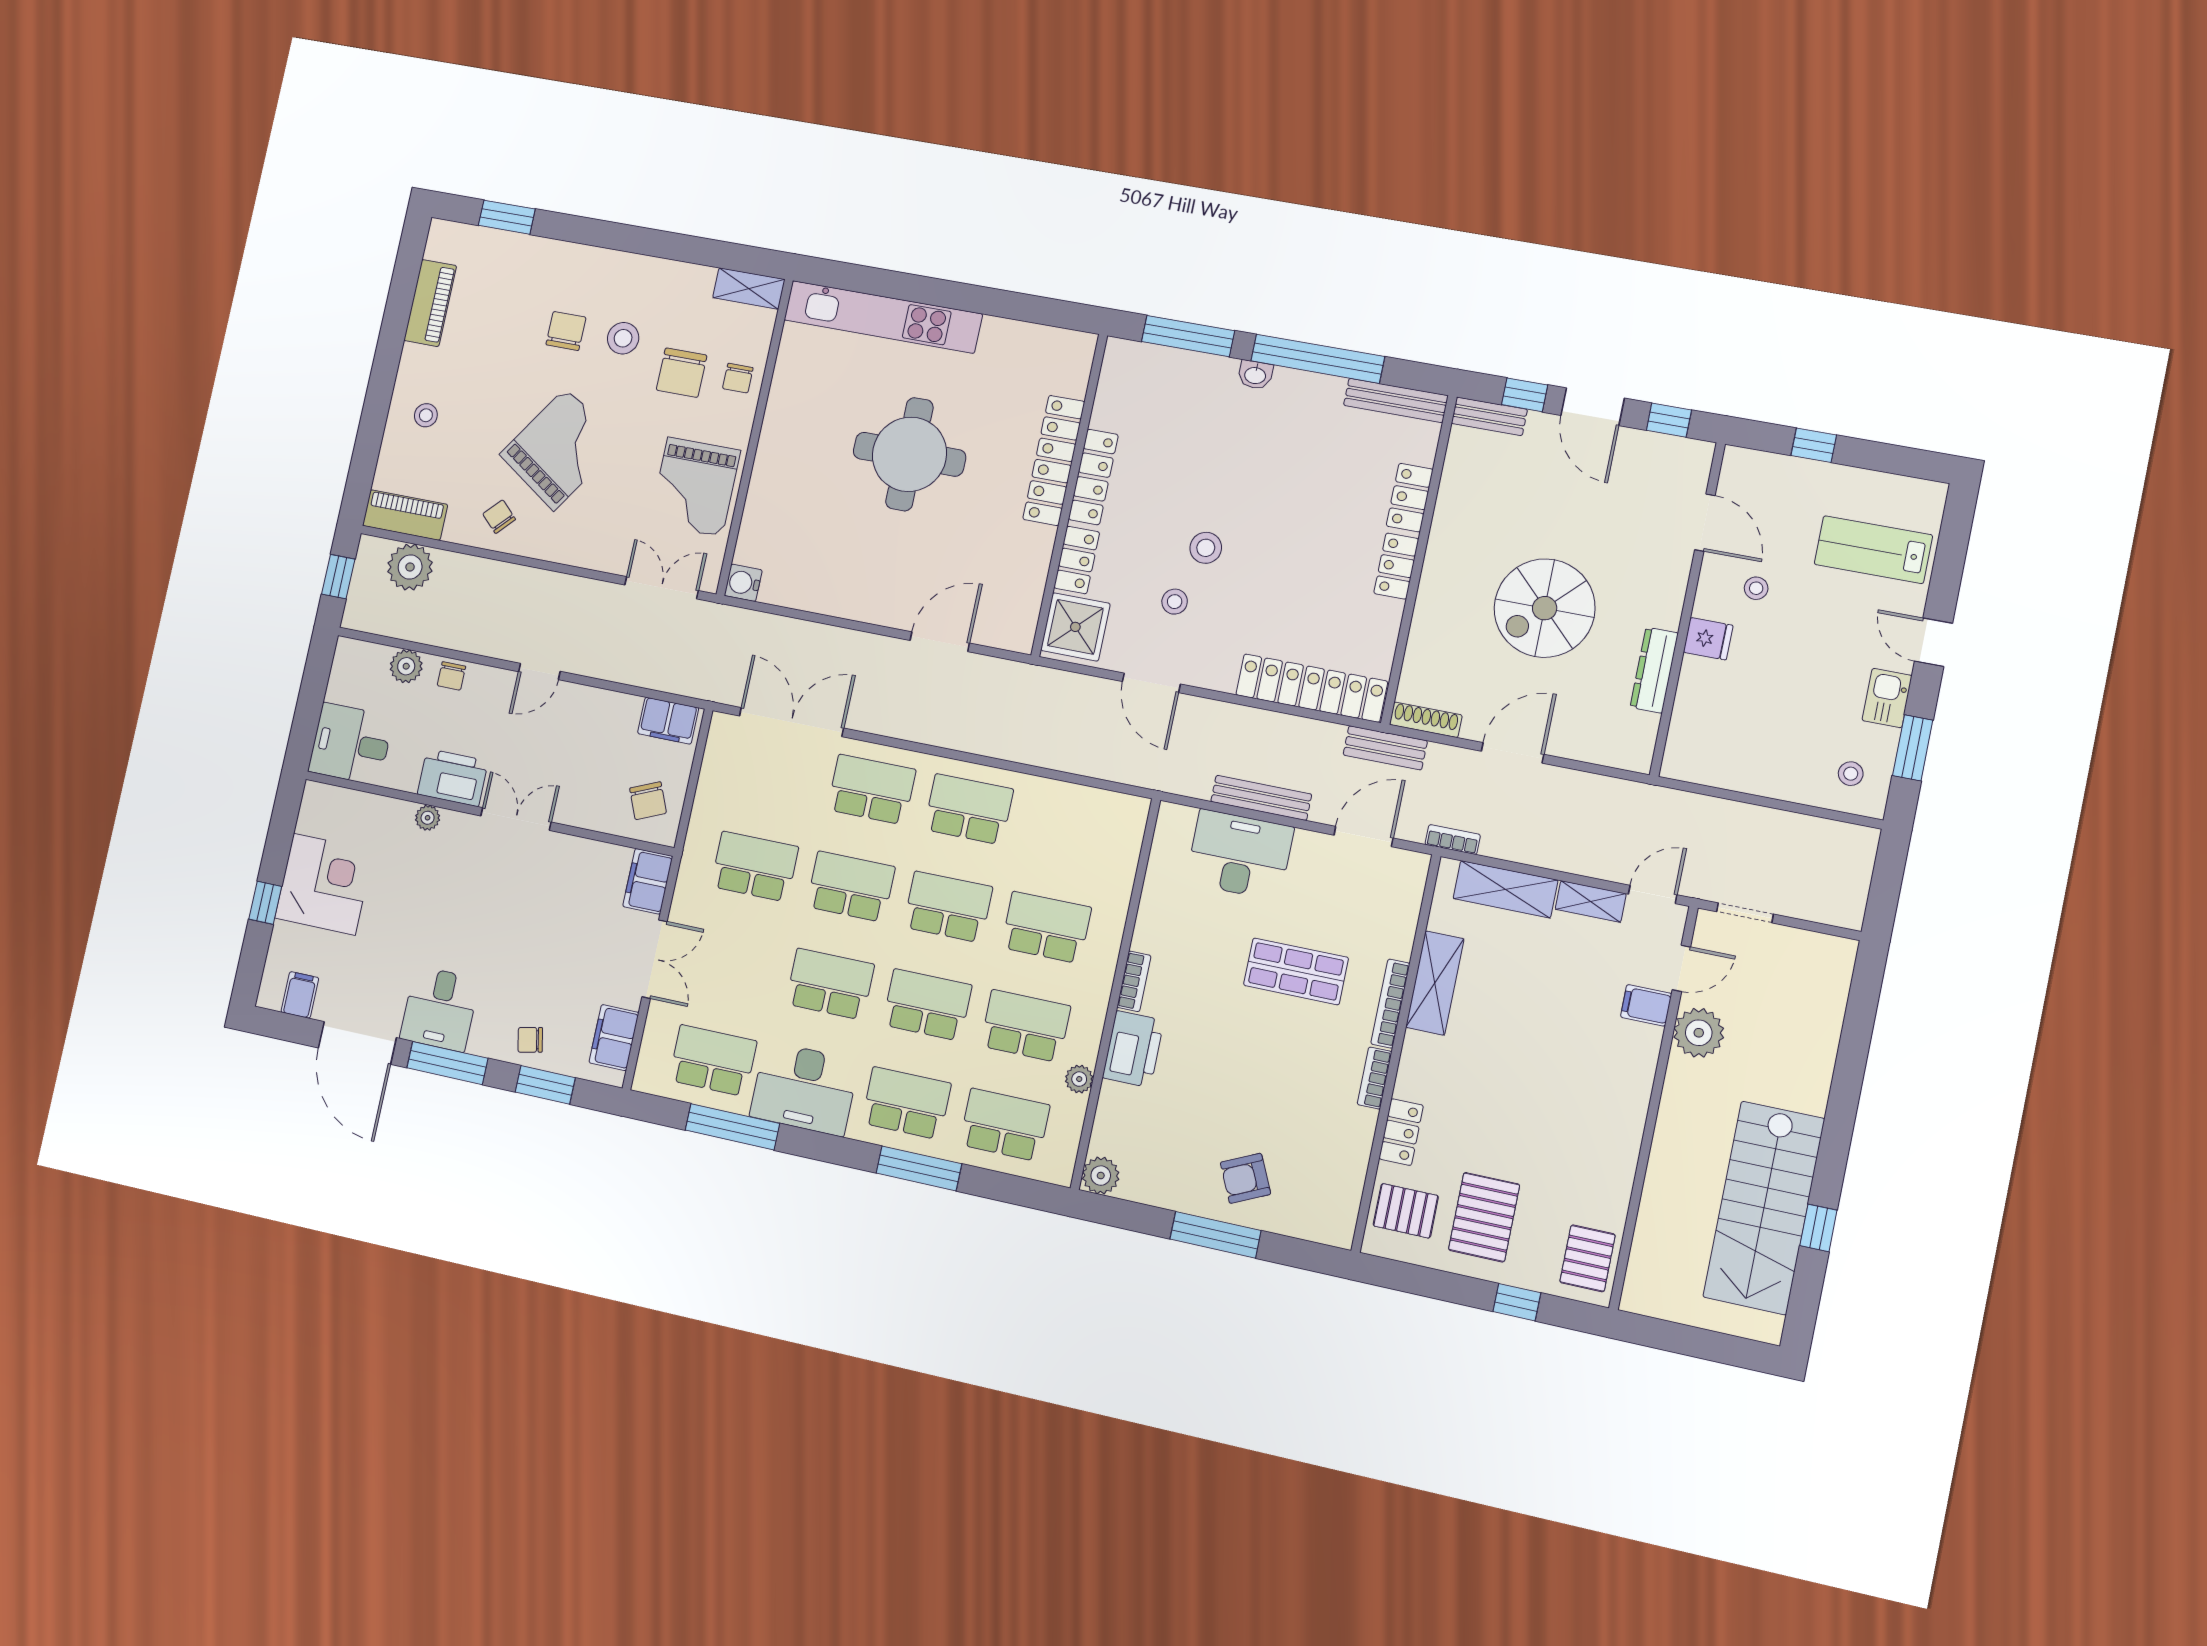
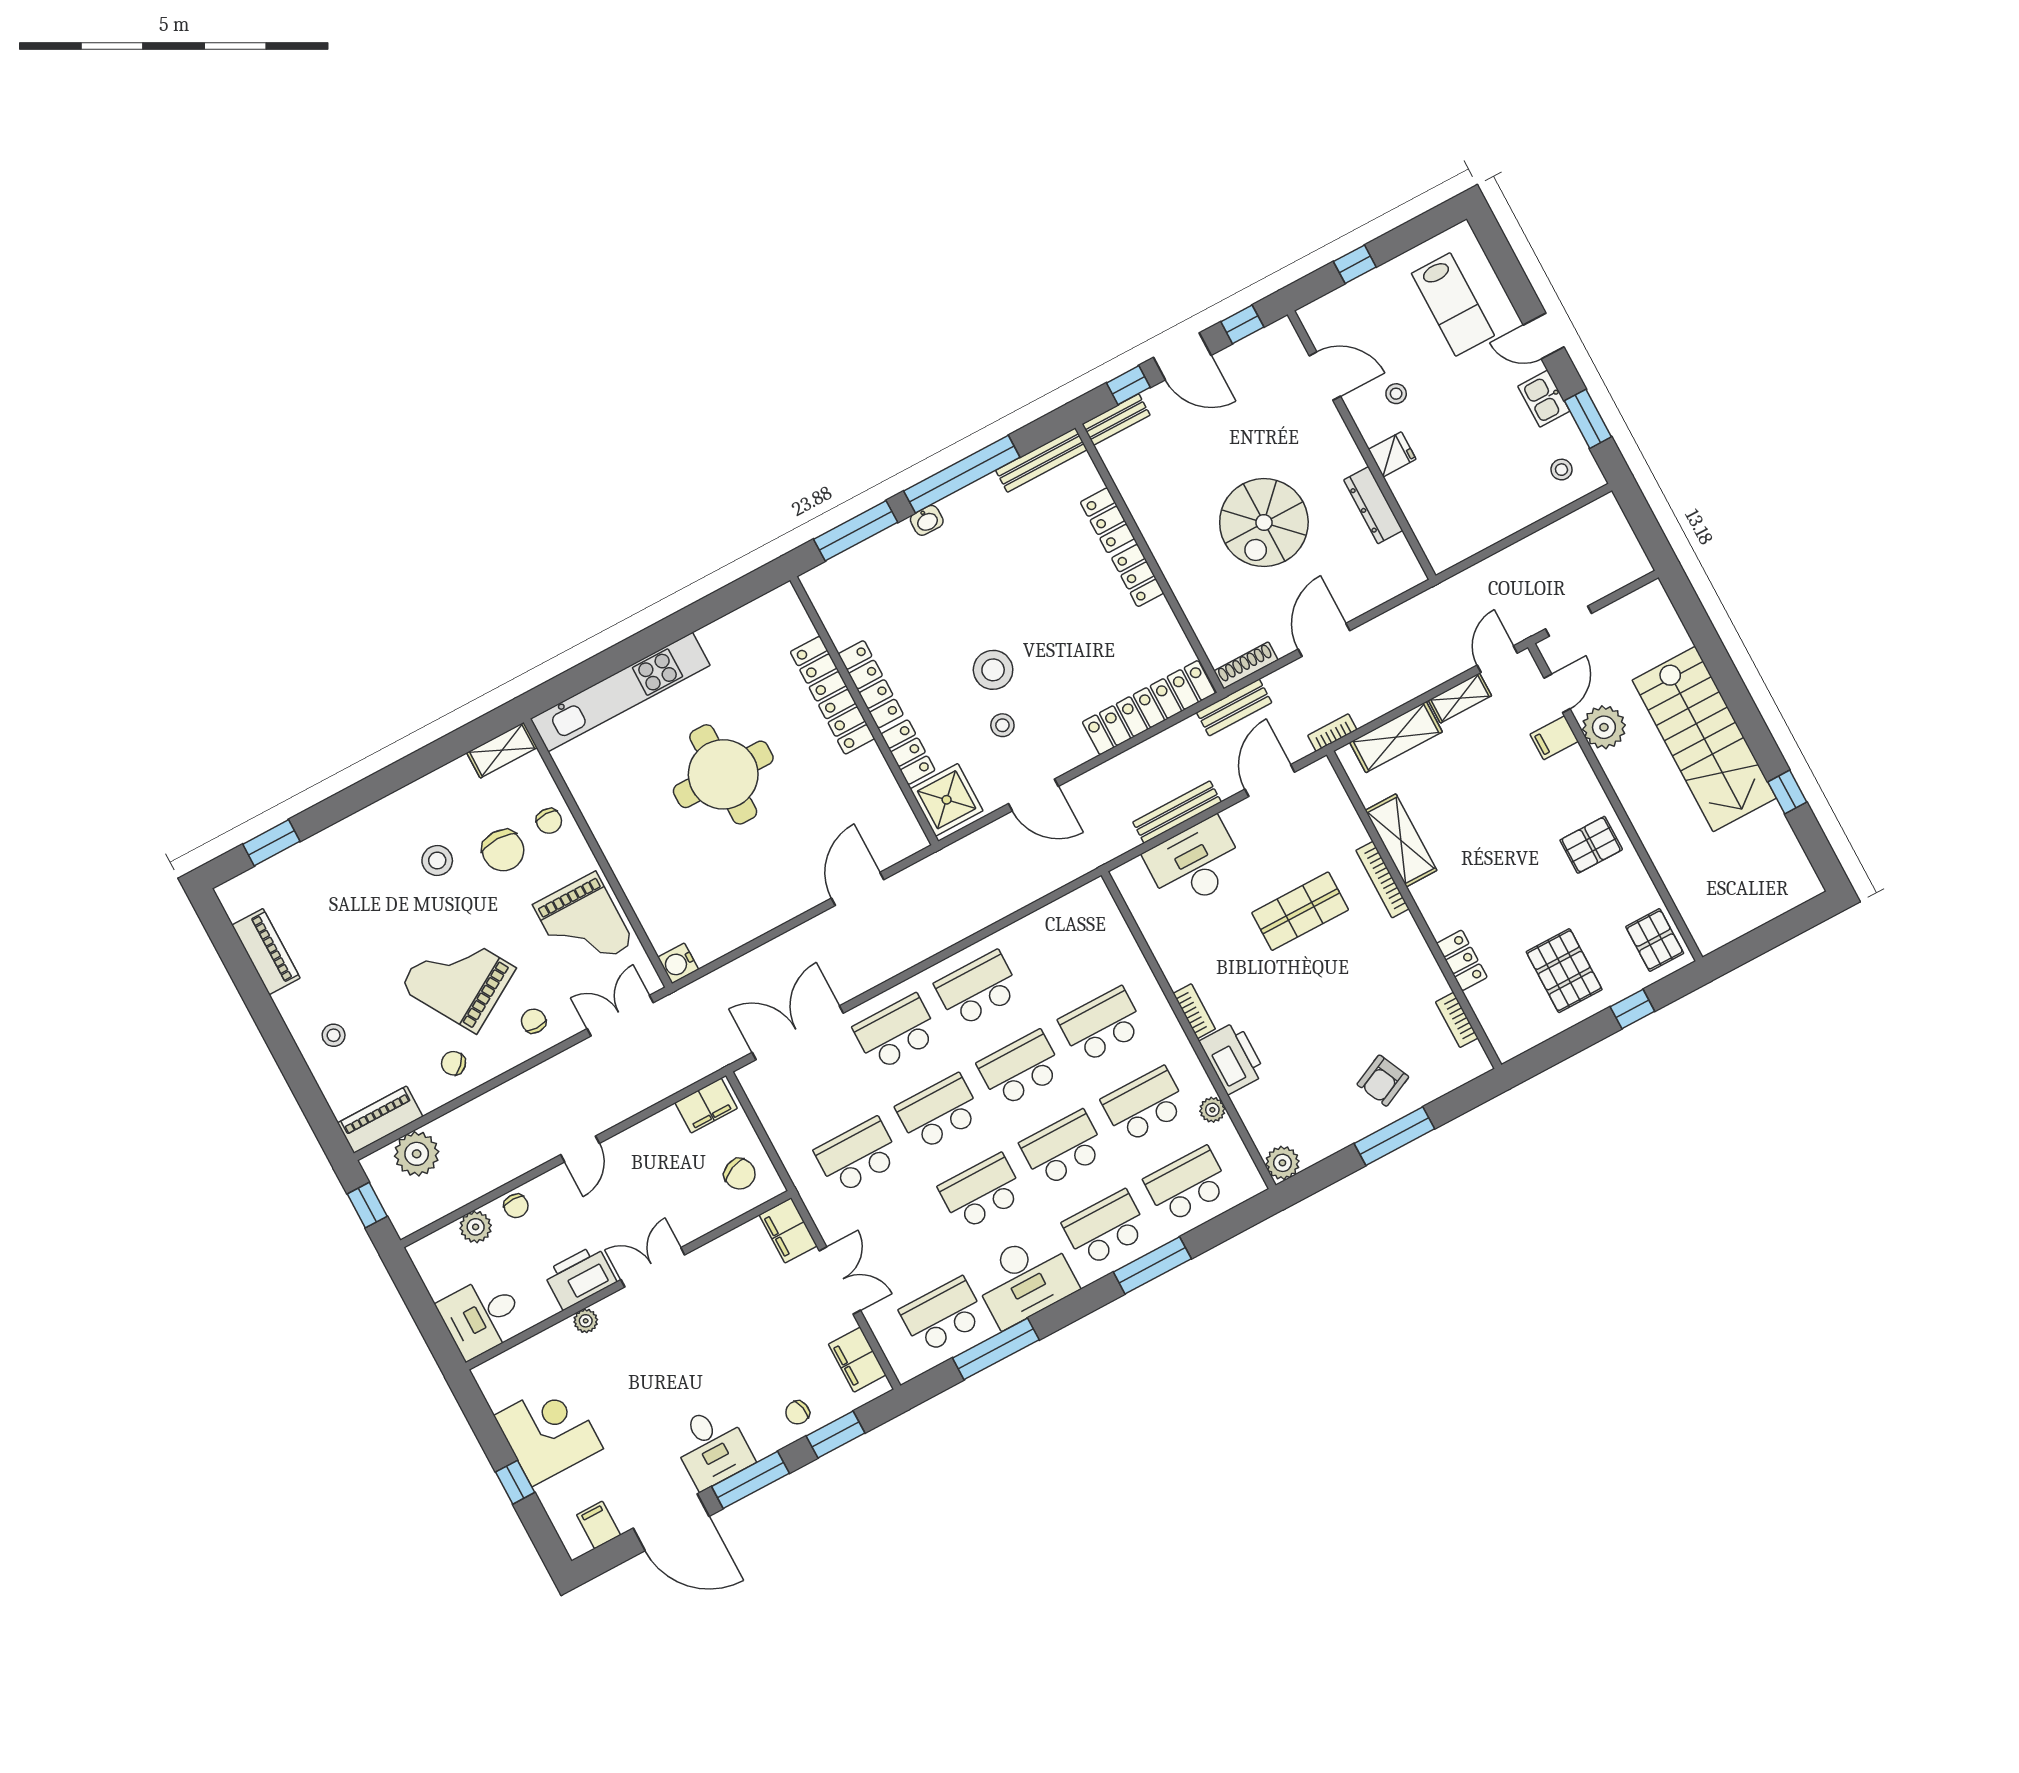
chair: (566, 331) -> (534, 1021), moved, width x0.73, depth x0.73
grand piano: (560, 449) -> (458, 978), turned -65
stool: (1206, 548) -> (993, 670), width x1.38, depth x1.38
lab bench: (1873, 550) -> (1453, 304), turned -90
bookcase: (1375, 1078) -> (1457, 1020), moved
stairs: (1764, 1208) -> (1704, 739), moved
pallet: (1406, 1211) -> (1591, 845), moved

